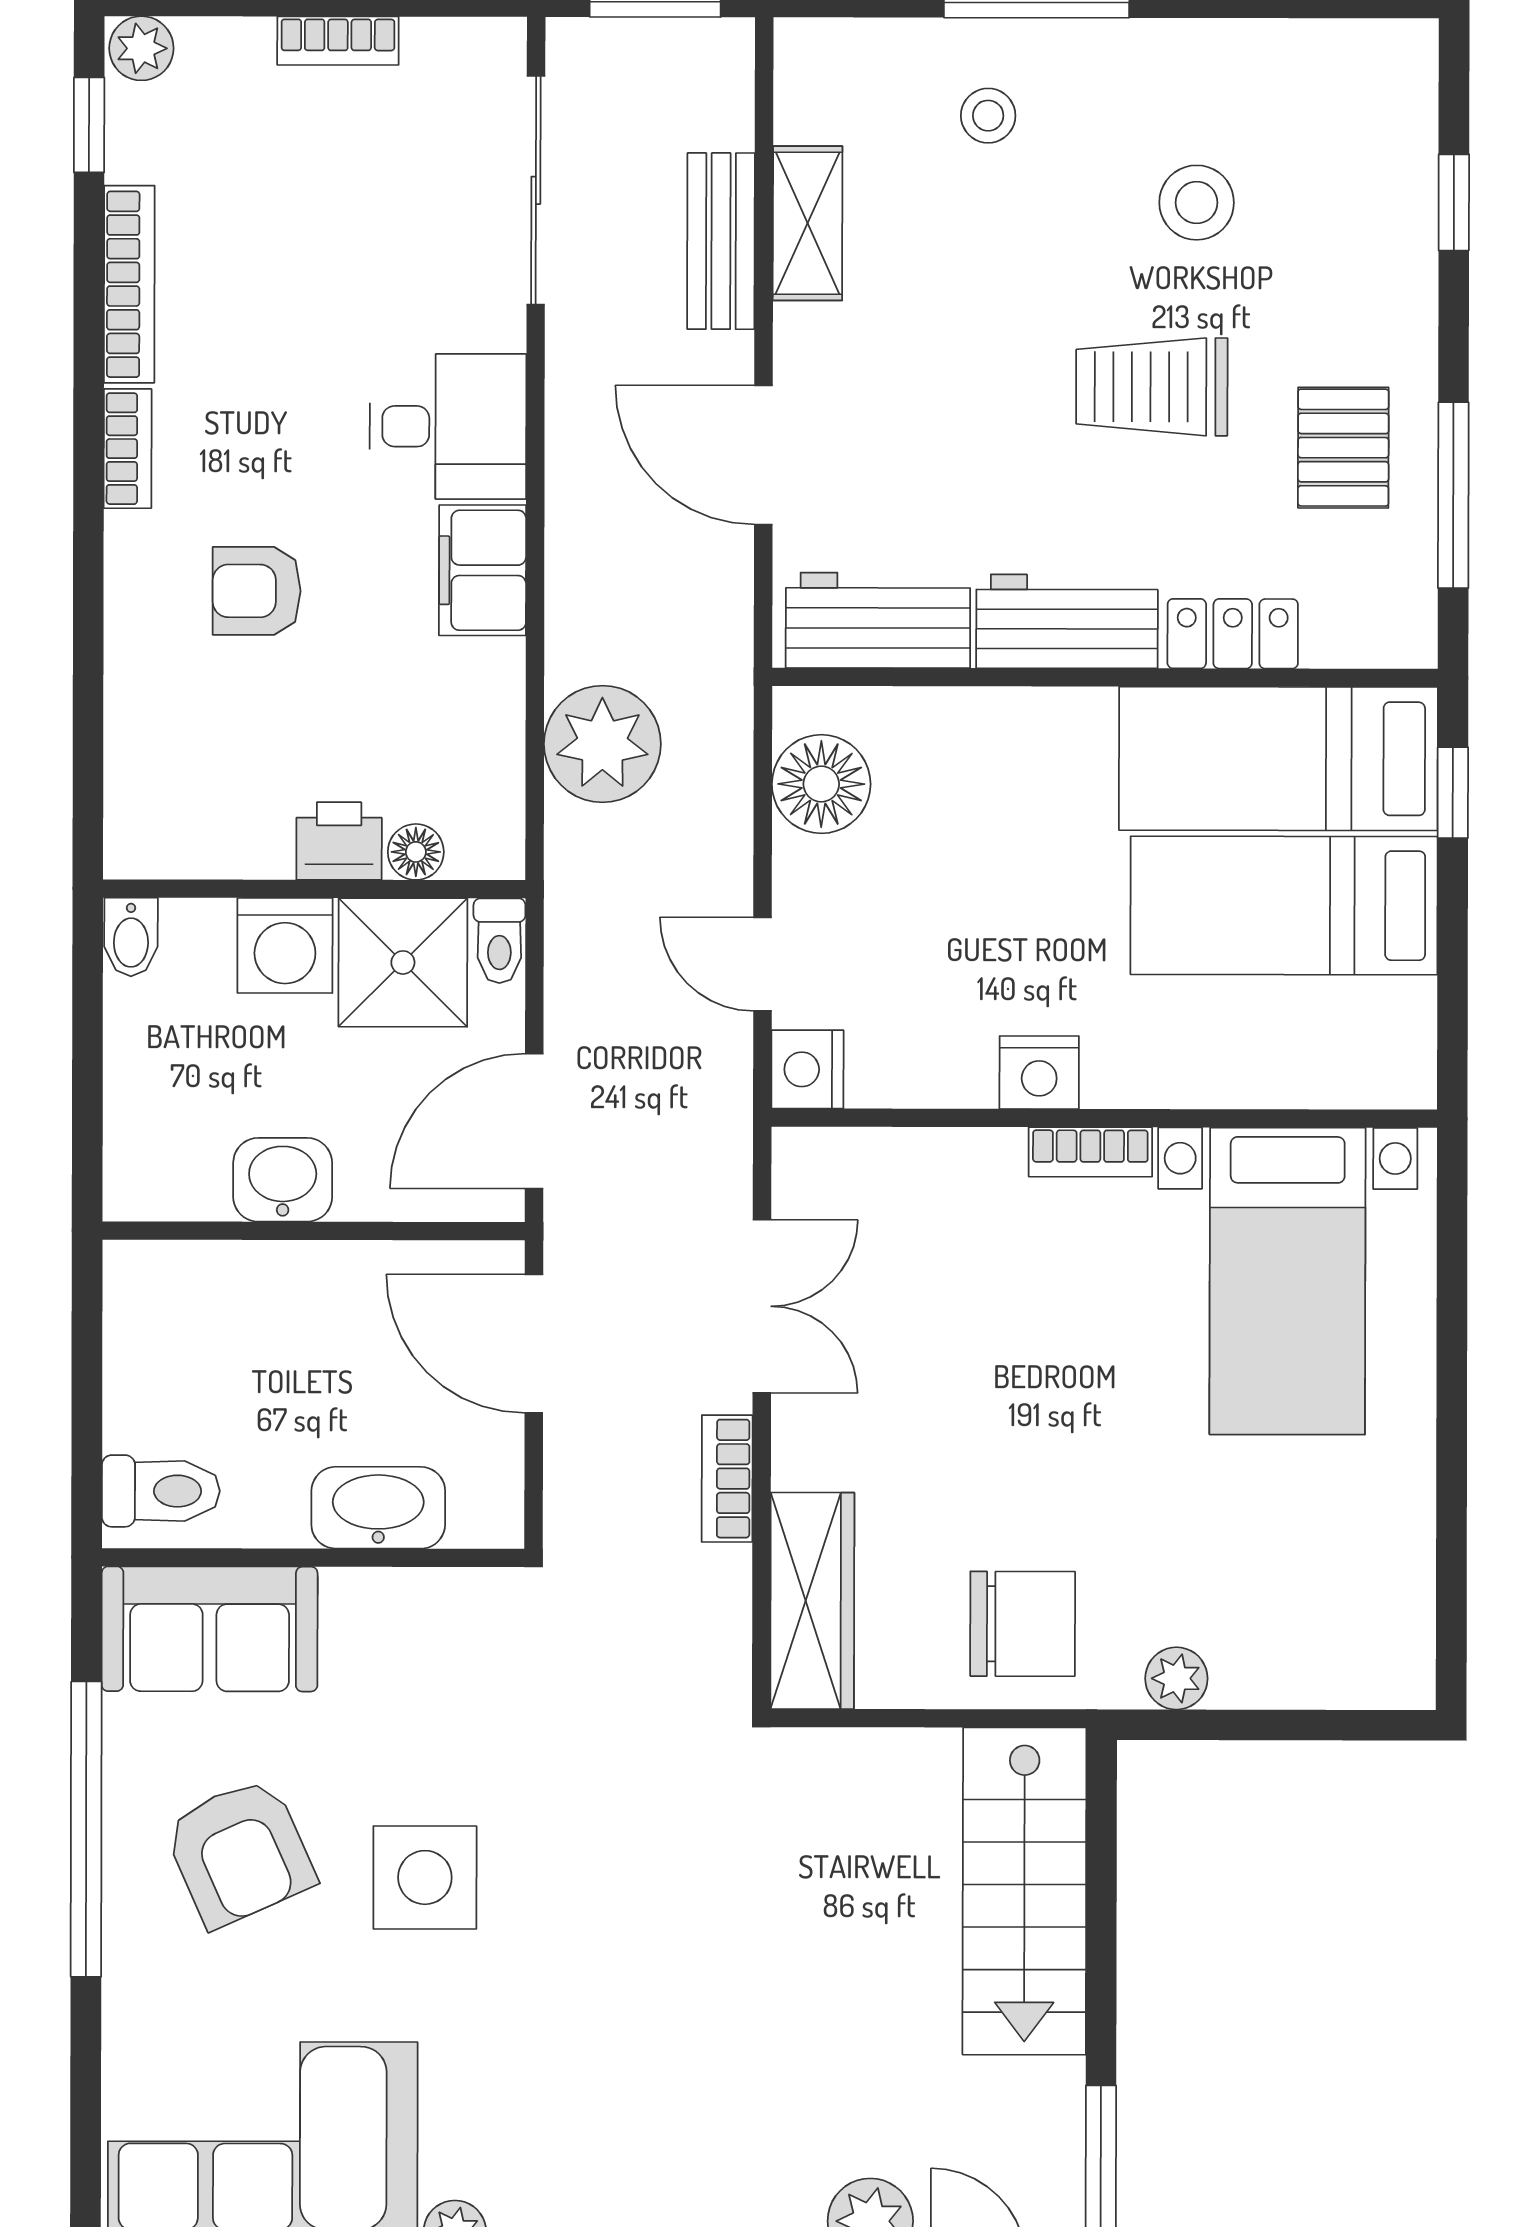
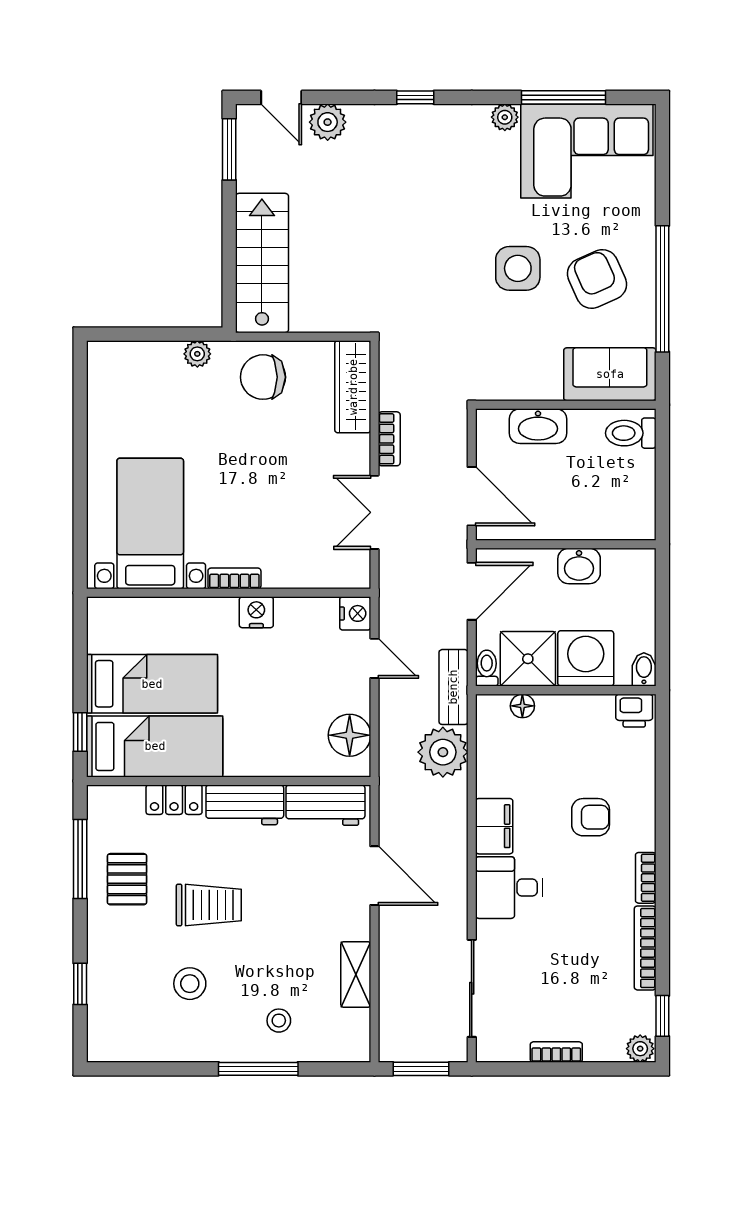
bench: (721, 241) -> (453, 687), moved
printer: (339, 841) -> (634, 711), moved
washing machine: (285, 946) -> (586, 658), width x1.37, depth x1.37

